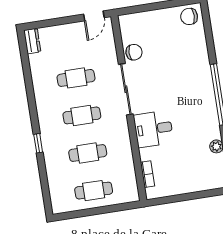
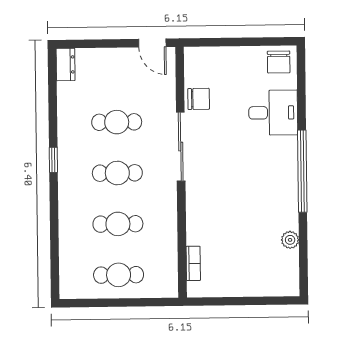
door: (94, 16) -> (152, 43), hinge flipped
chair: (189, 16) -> (279, 62), turned -90
desk: (153, 129) -> (273, 113), moved, turned 180
window: (38, 143) -> (53, 160), moved

